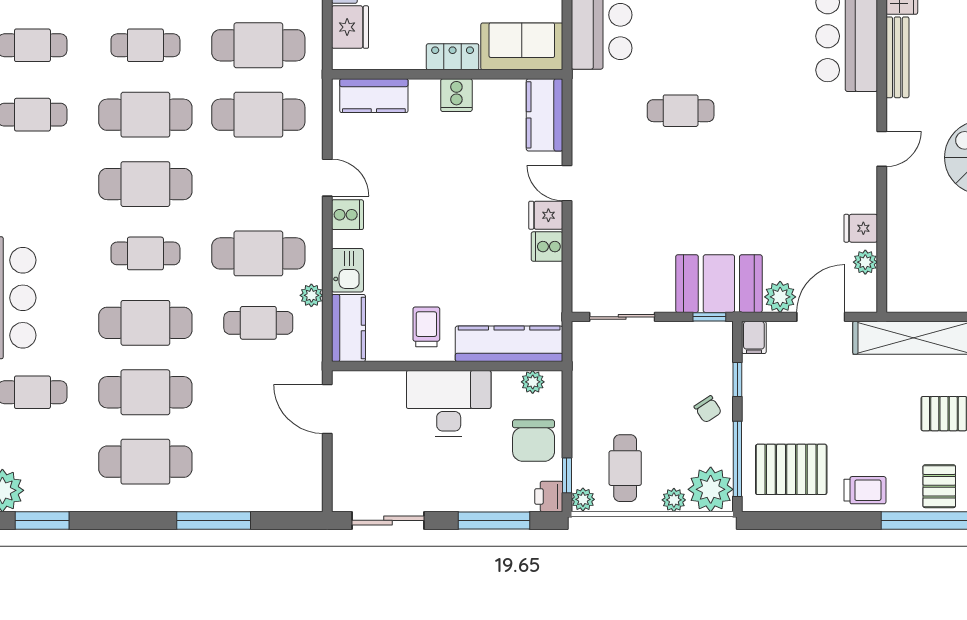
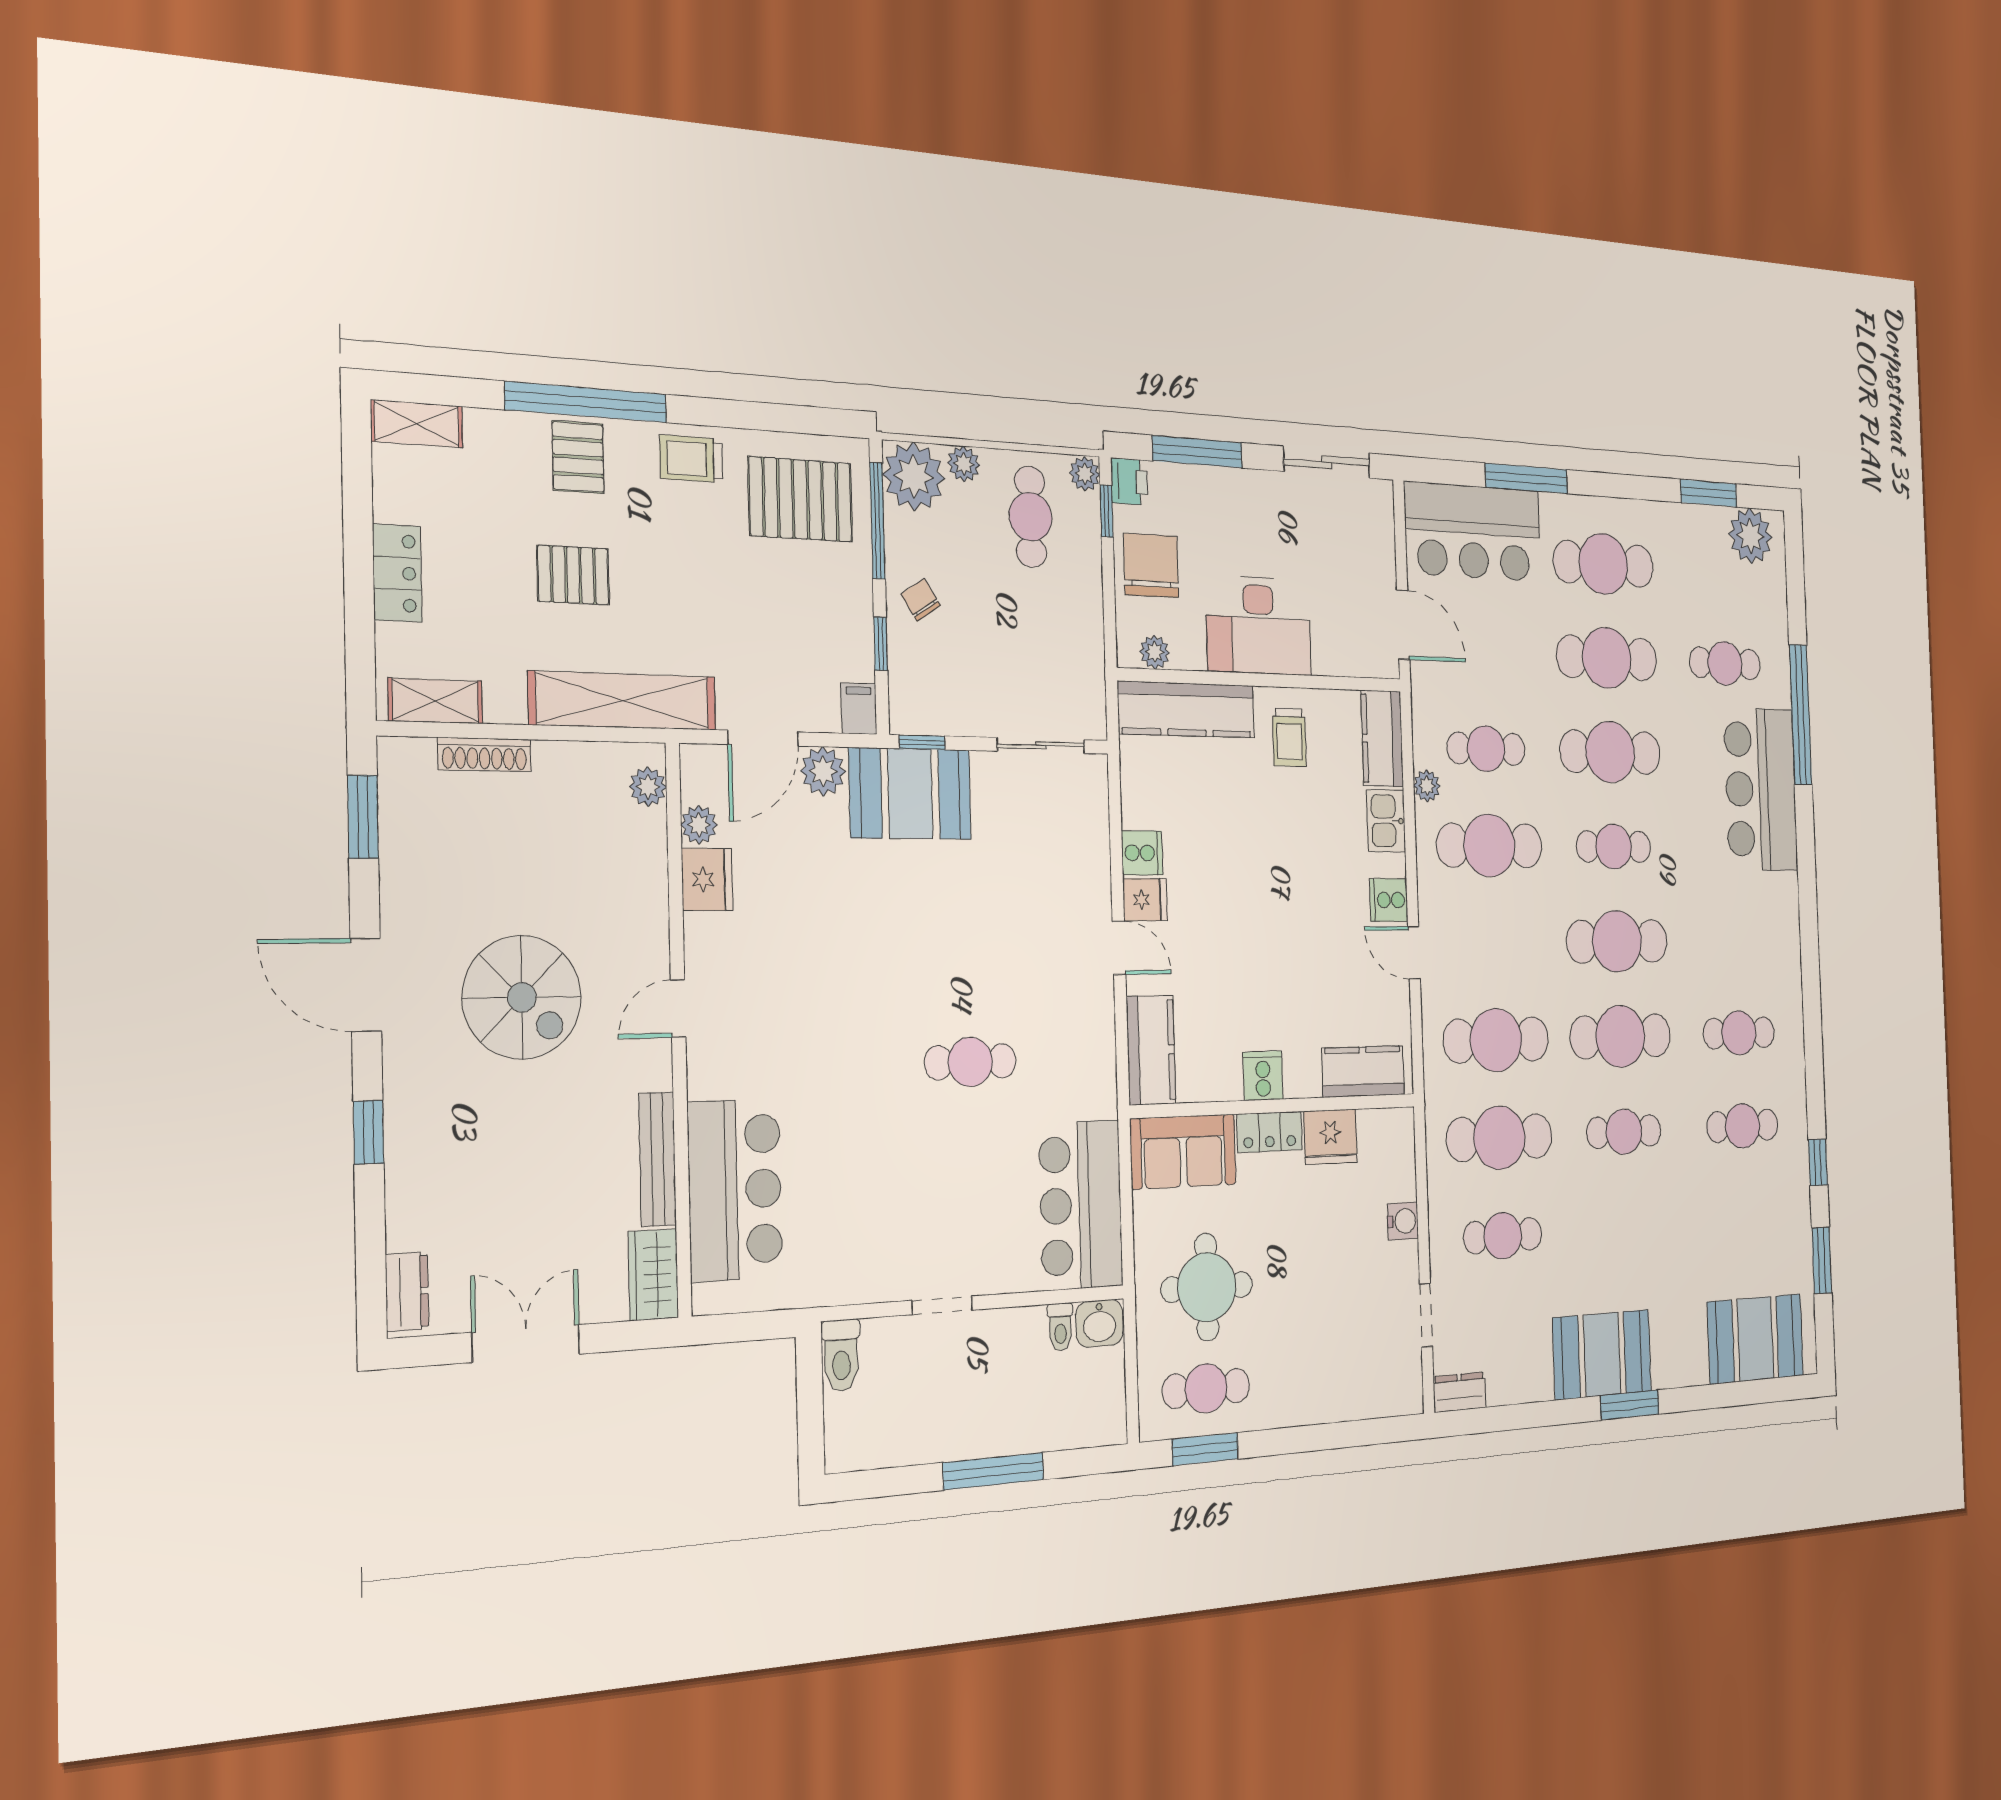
fridge: (350, 27) -> (1330, 1137), moved, turned -90
fridge: (861, 228) -> (707, 879), width x1.38
plant: (898, 285) -> (648, 787), added
bar counter: (263, 479) -> (1473, 532), added

